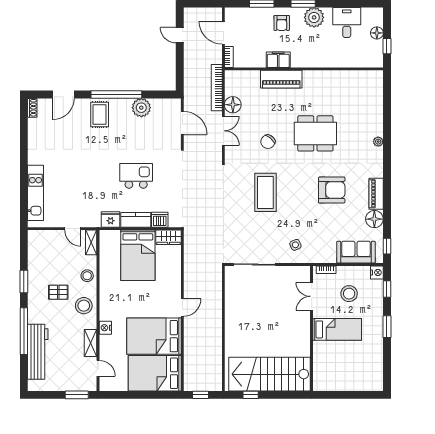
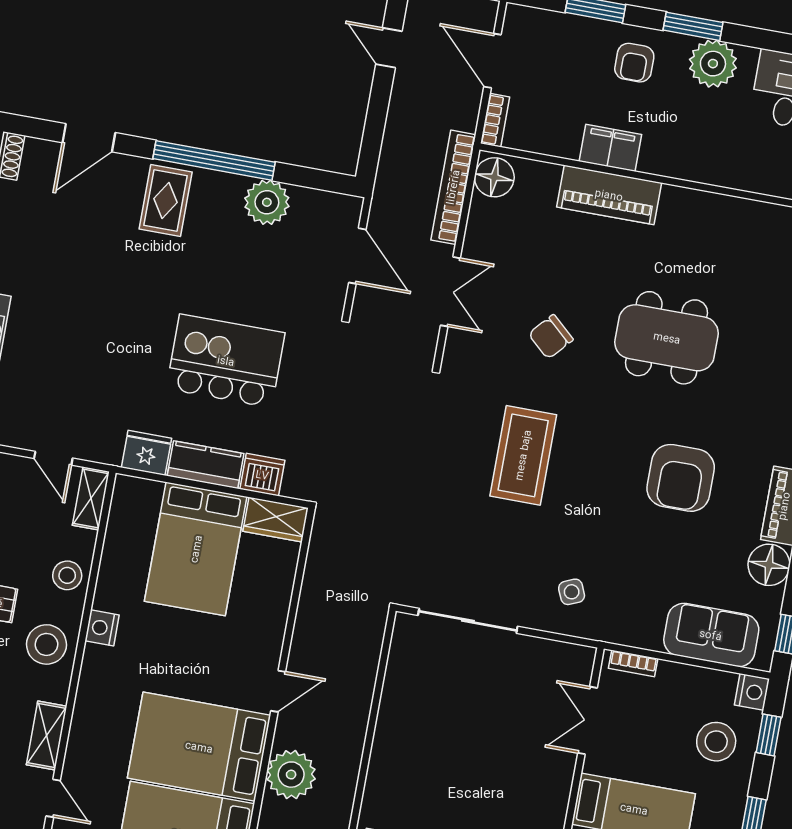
floor lamp: (233, 105) -> (494, 177), moved
kitchen island: (136, 176) -> (226, 361), width x1.37, depth x1.28
armchair: (332, 190) -> (681, 478), turned 90
stool: (349, 294) -> (716, 742), moved
nightstand: (105, 328) -> (102, 628), moved
plant: (194, 341) -> (291, 775), added

